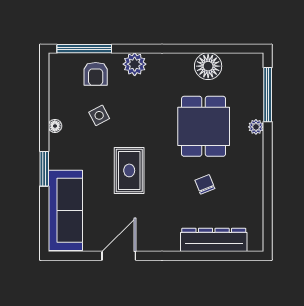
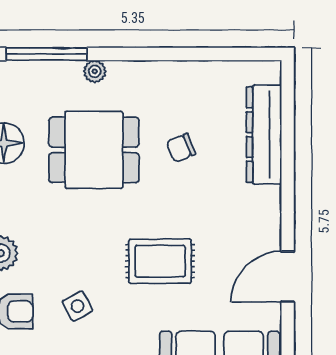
door: (119, 256) -> (288, 277), hinge flipped

